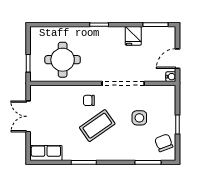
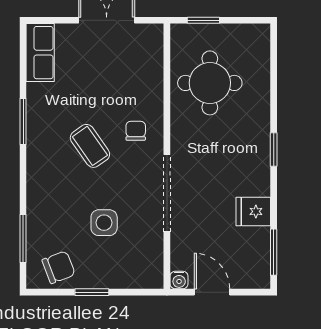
coffee table: (97, 126) -> (90, 146), width x0.73, depth x0.77

